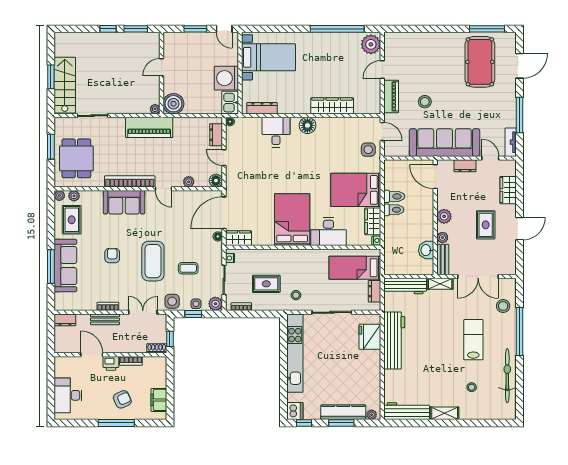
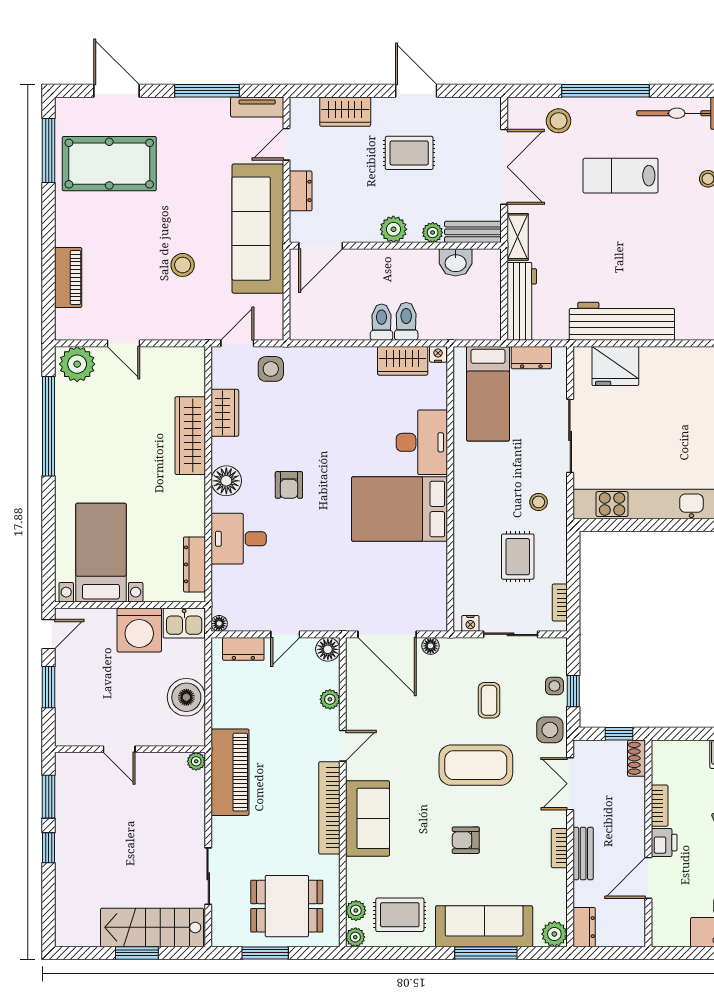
piano: (391, 96) -> (68, 278), moved, turned 90
boiler: (173, 104) -> (186, 697), moved
armchair: (305, 159) -> (289, 485), added
bed: (356, 190) -> (345, 392), removed
toilet: (394, 196) -> (406, 321), moved
wardrobe: (238, 238) -> (225, 413), moved, turned 180
plant: (215, 304) -> (554, 934), moved

